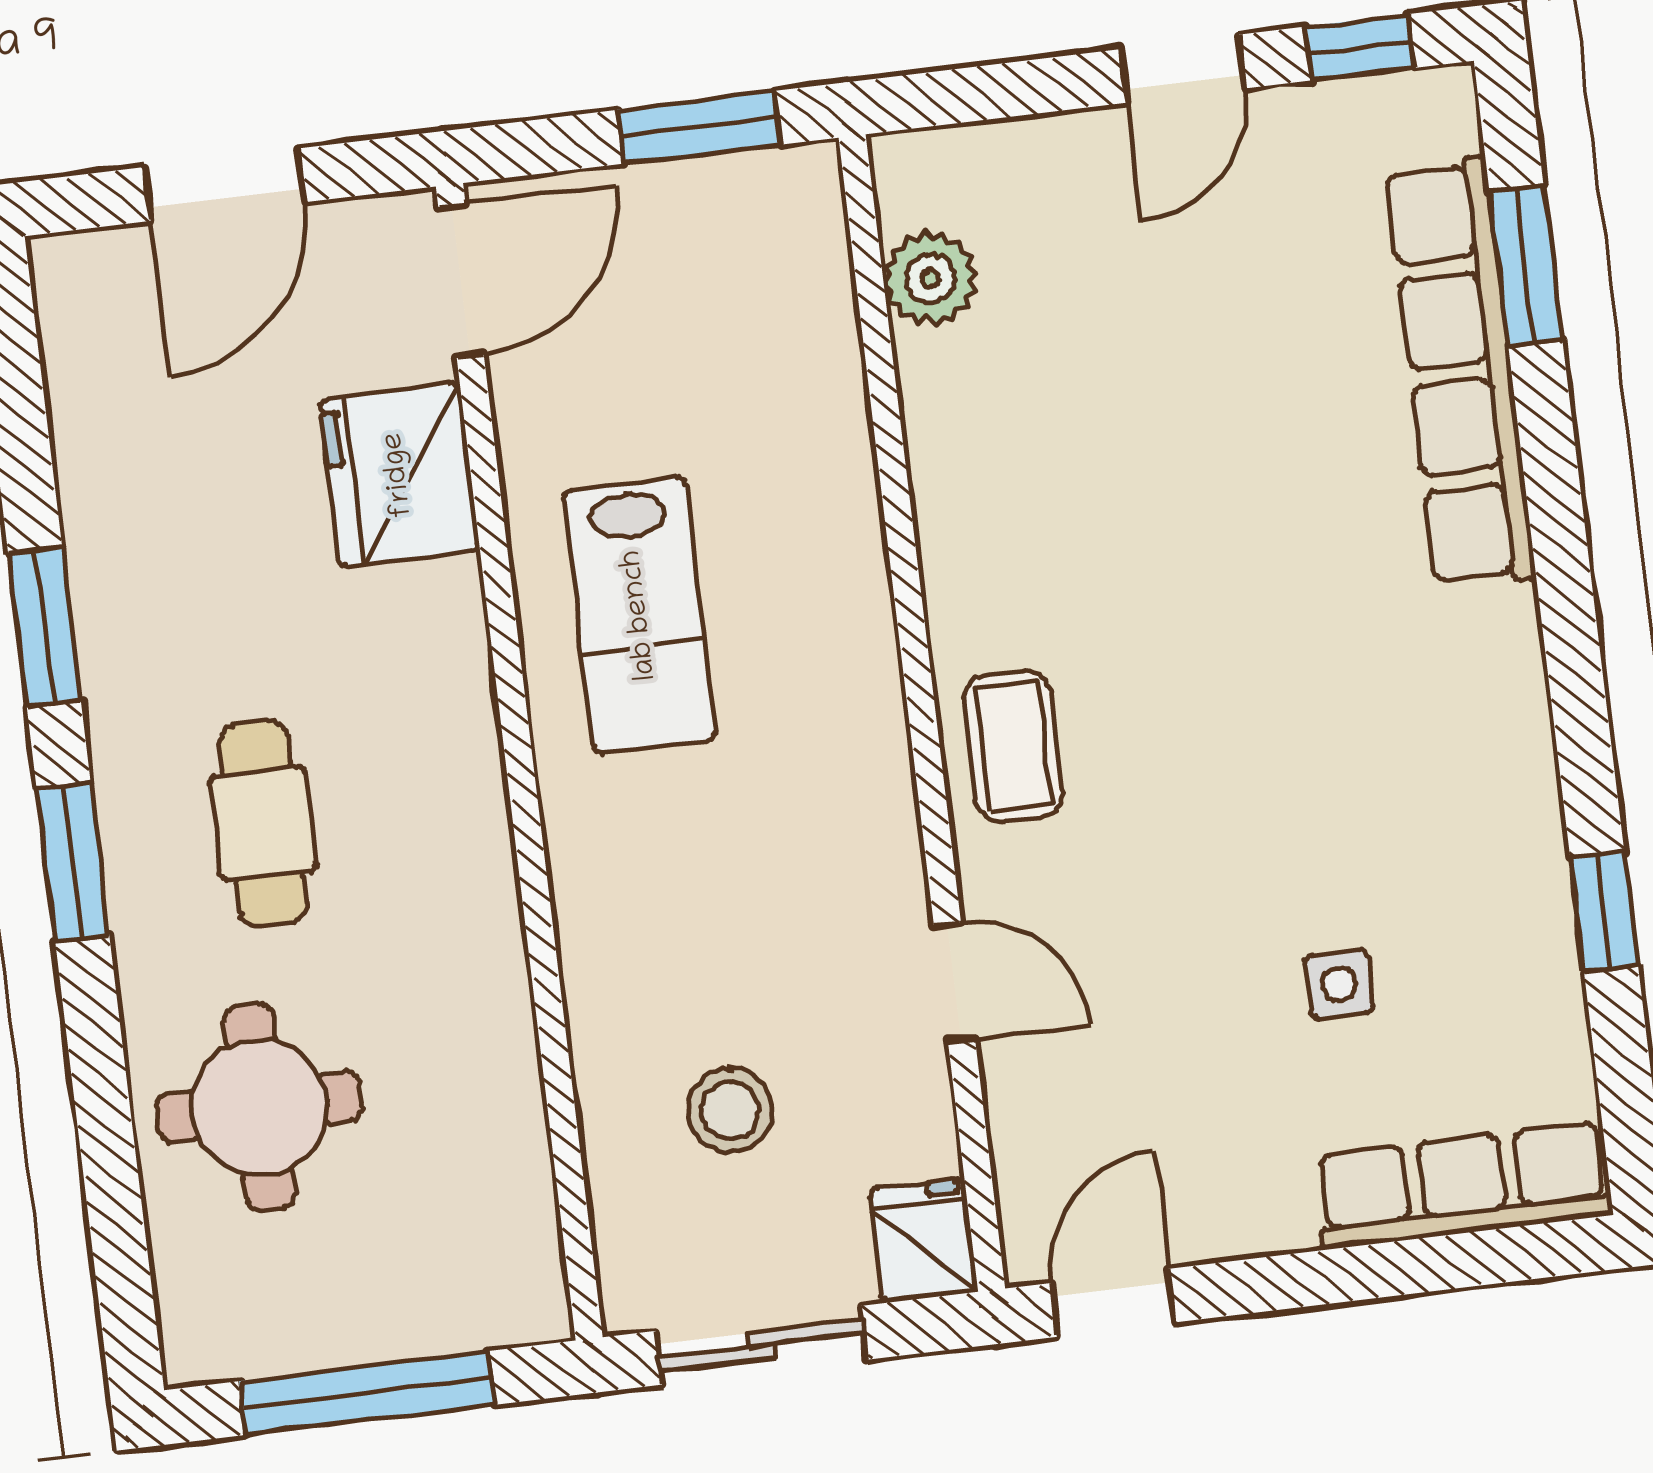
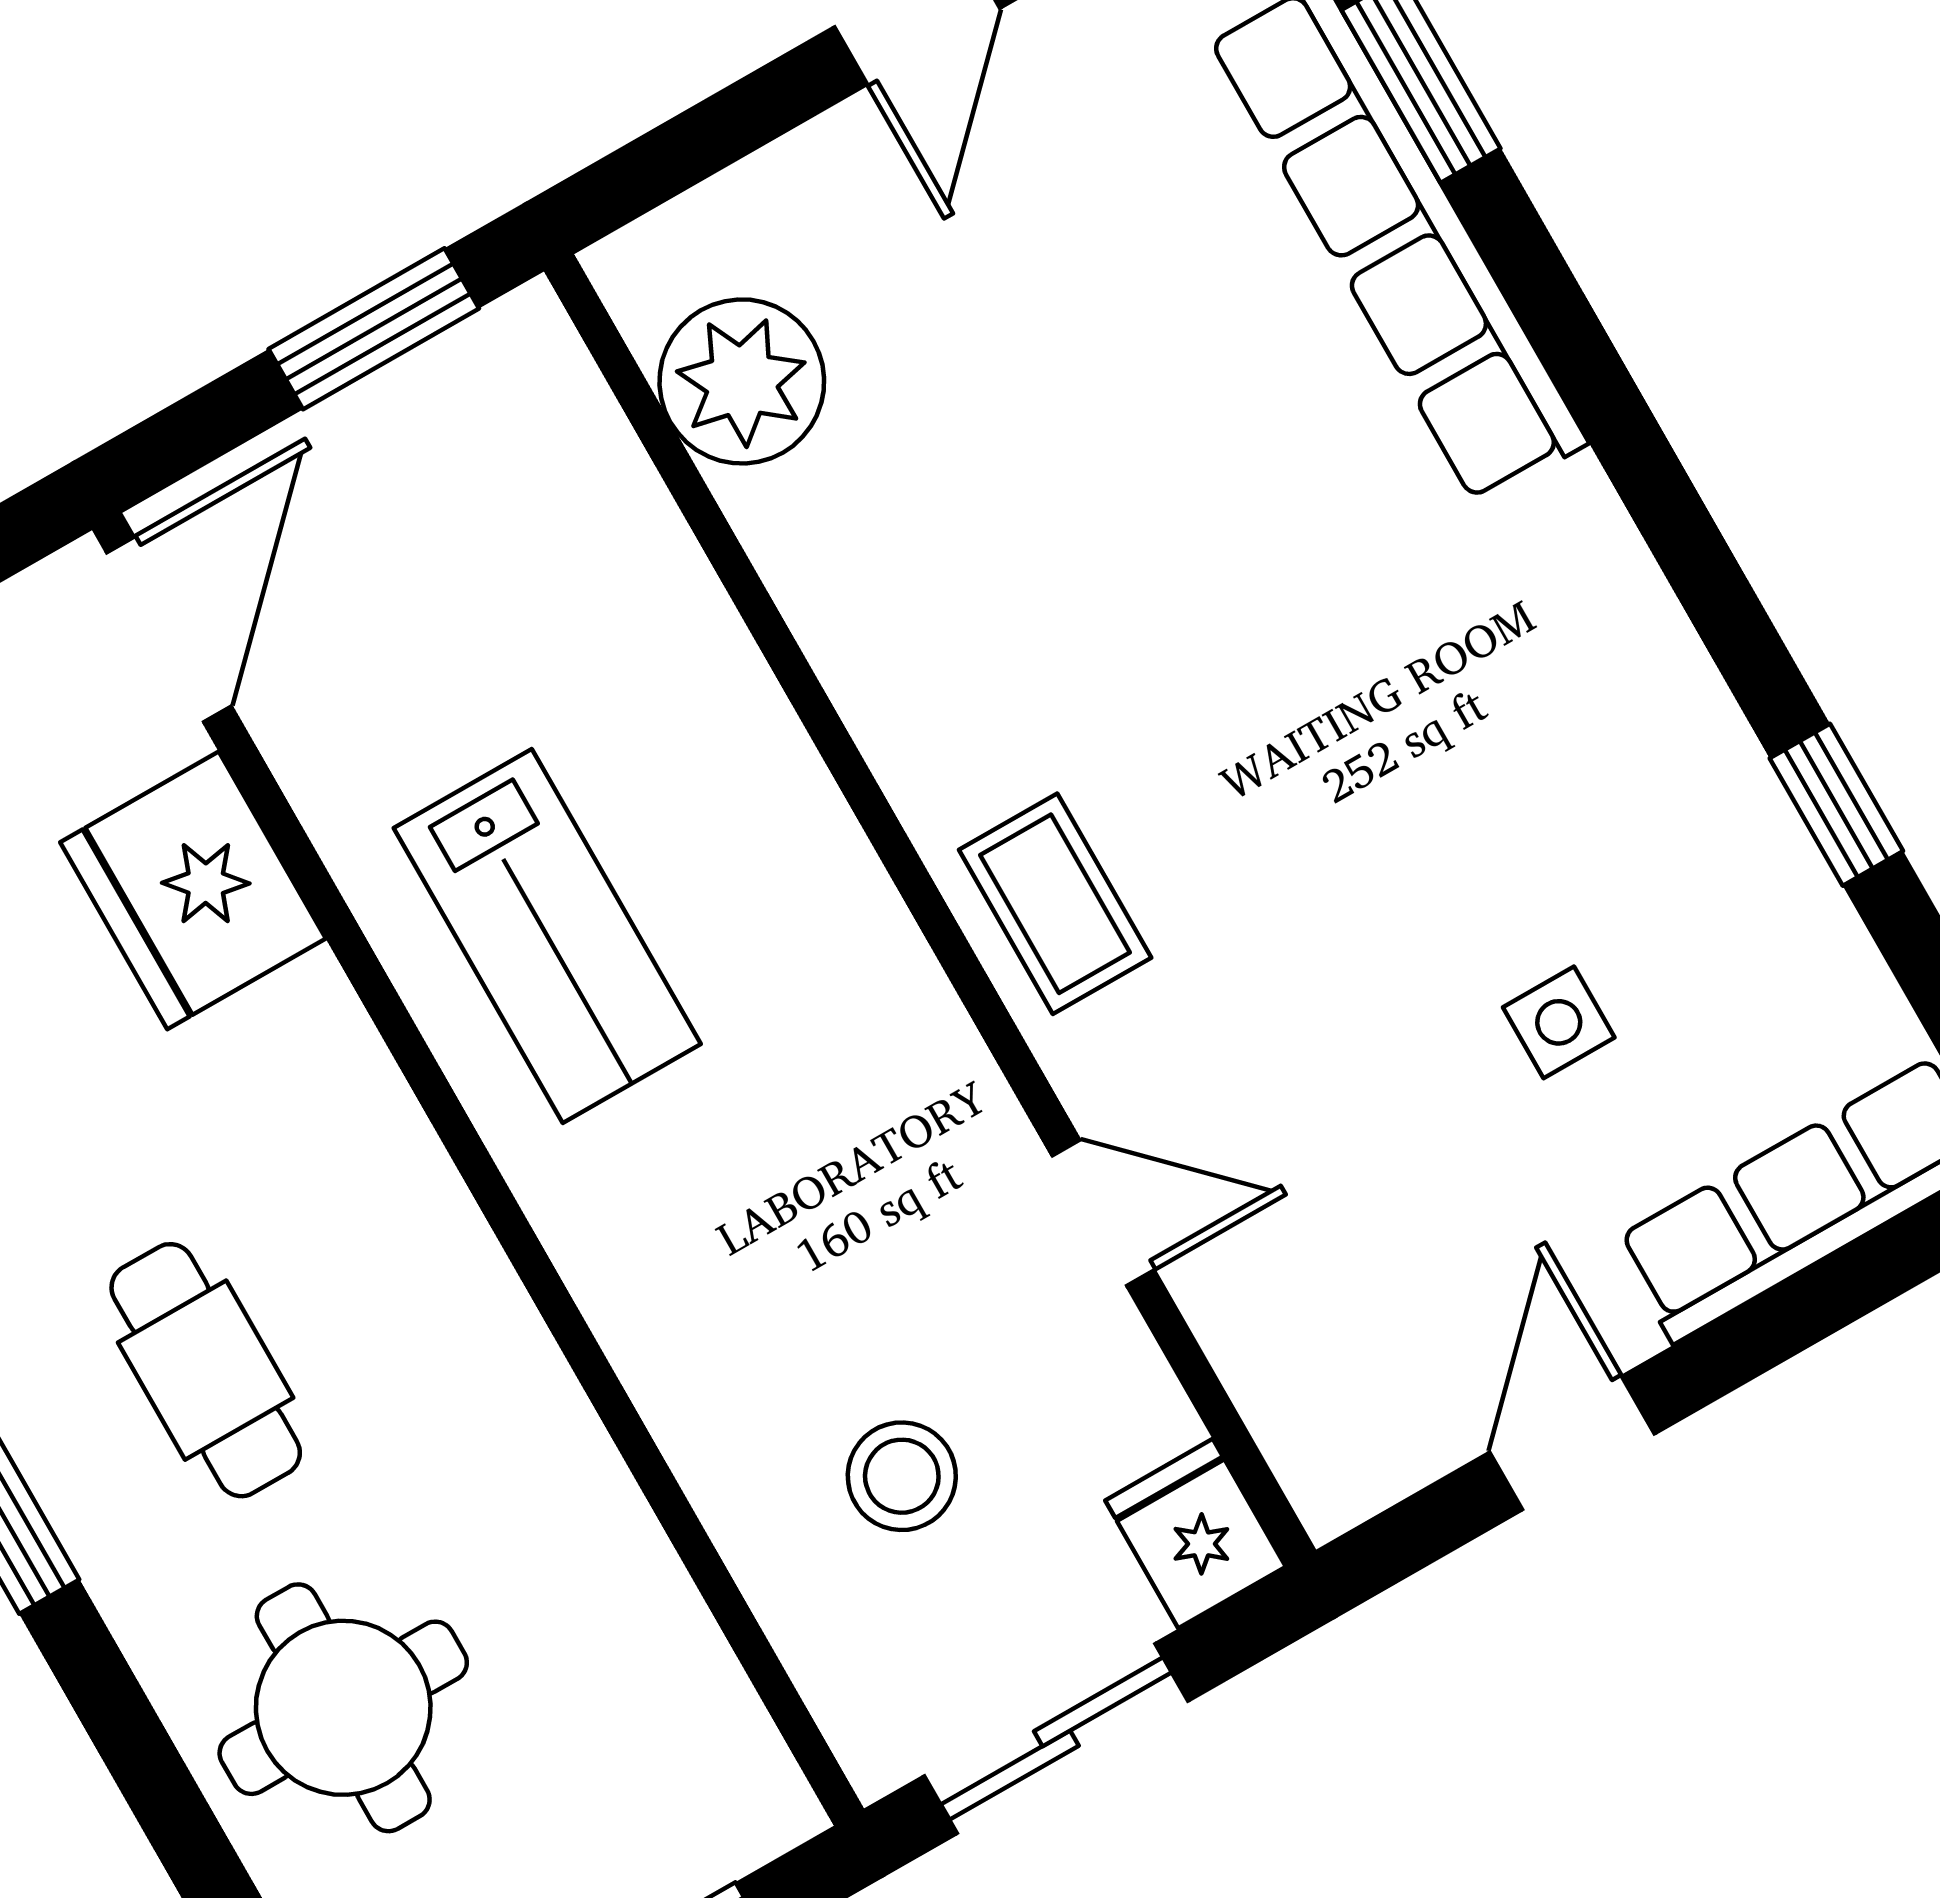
plant: (930, 279) -> (742, 381), width x1.36, depth x1.36
door: (1113, 1303) -> (1572, 1443), moved

